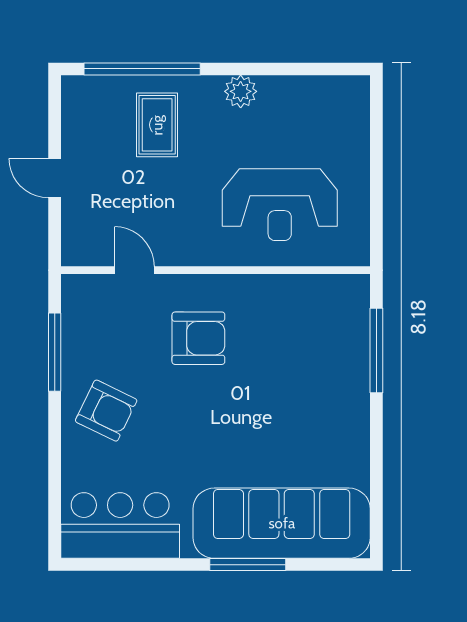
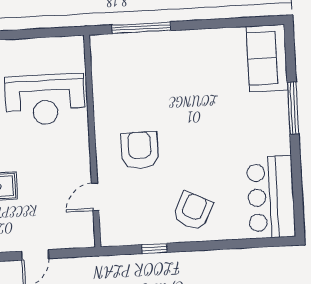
reception desk: (280, 205) -> (45, 99), turned 90
window: (55, 352) -> (154, 248), width x0.46
sofa: (282, 523) -> (267, 58), width x0.54, depth x0.79

